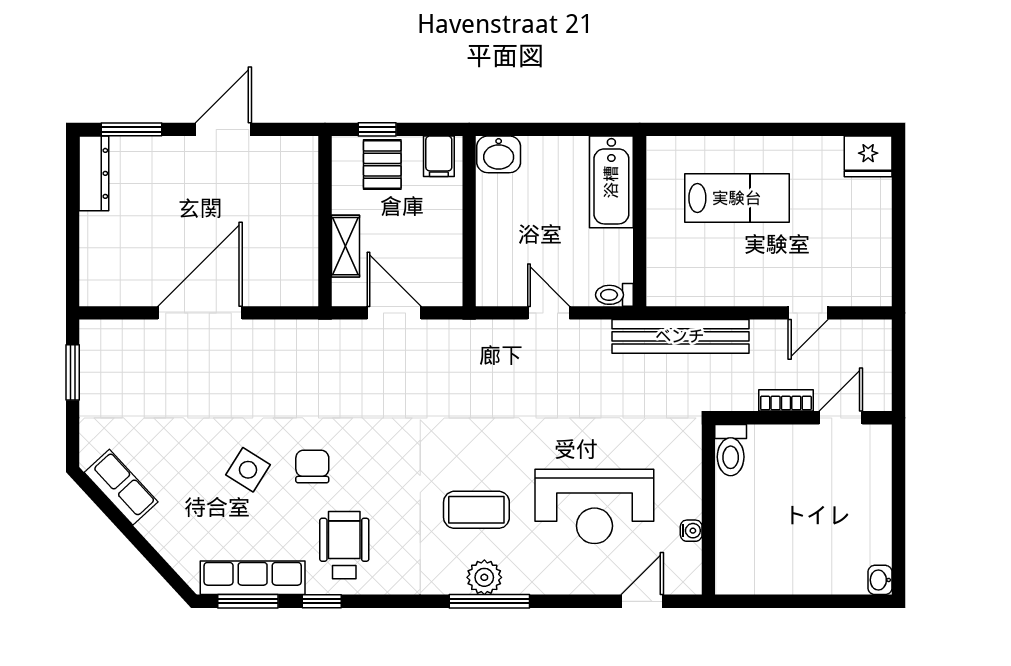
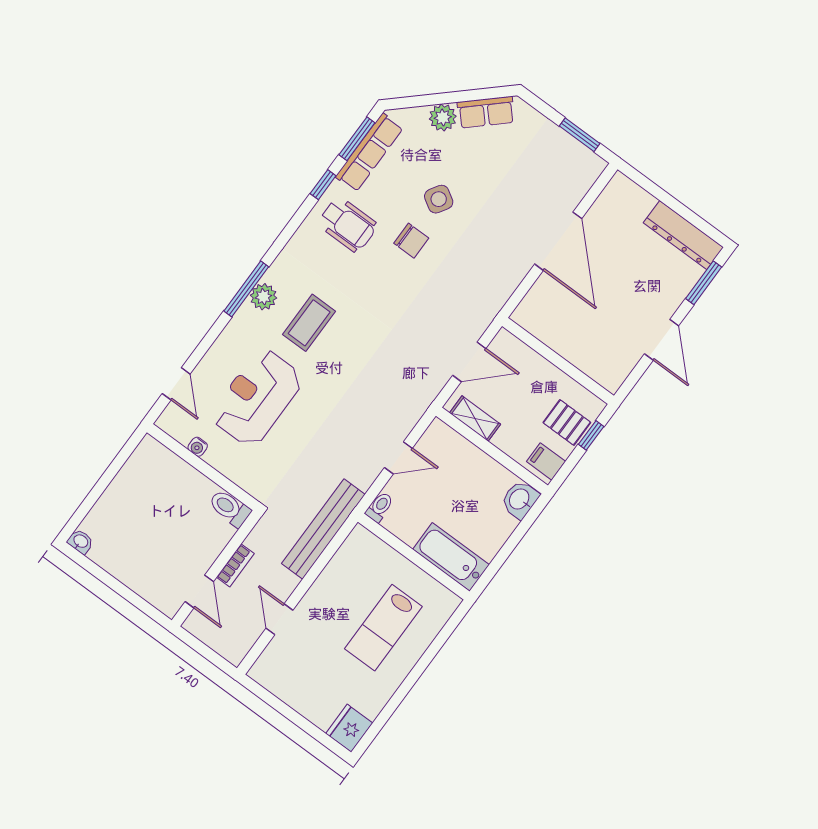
dresser: (94, 173) -> (683, 235), width x1.37, depth x1.24
shelving: (345, 246) -> (475, 419), moved
plant: (160, 528) -> (443, 118), added

